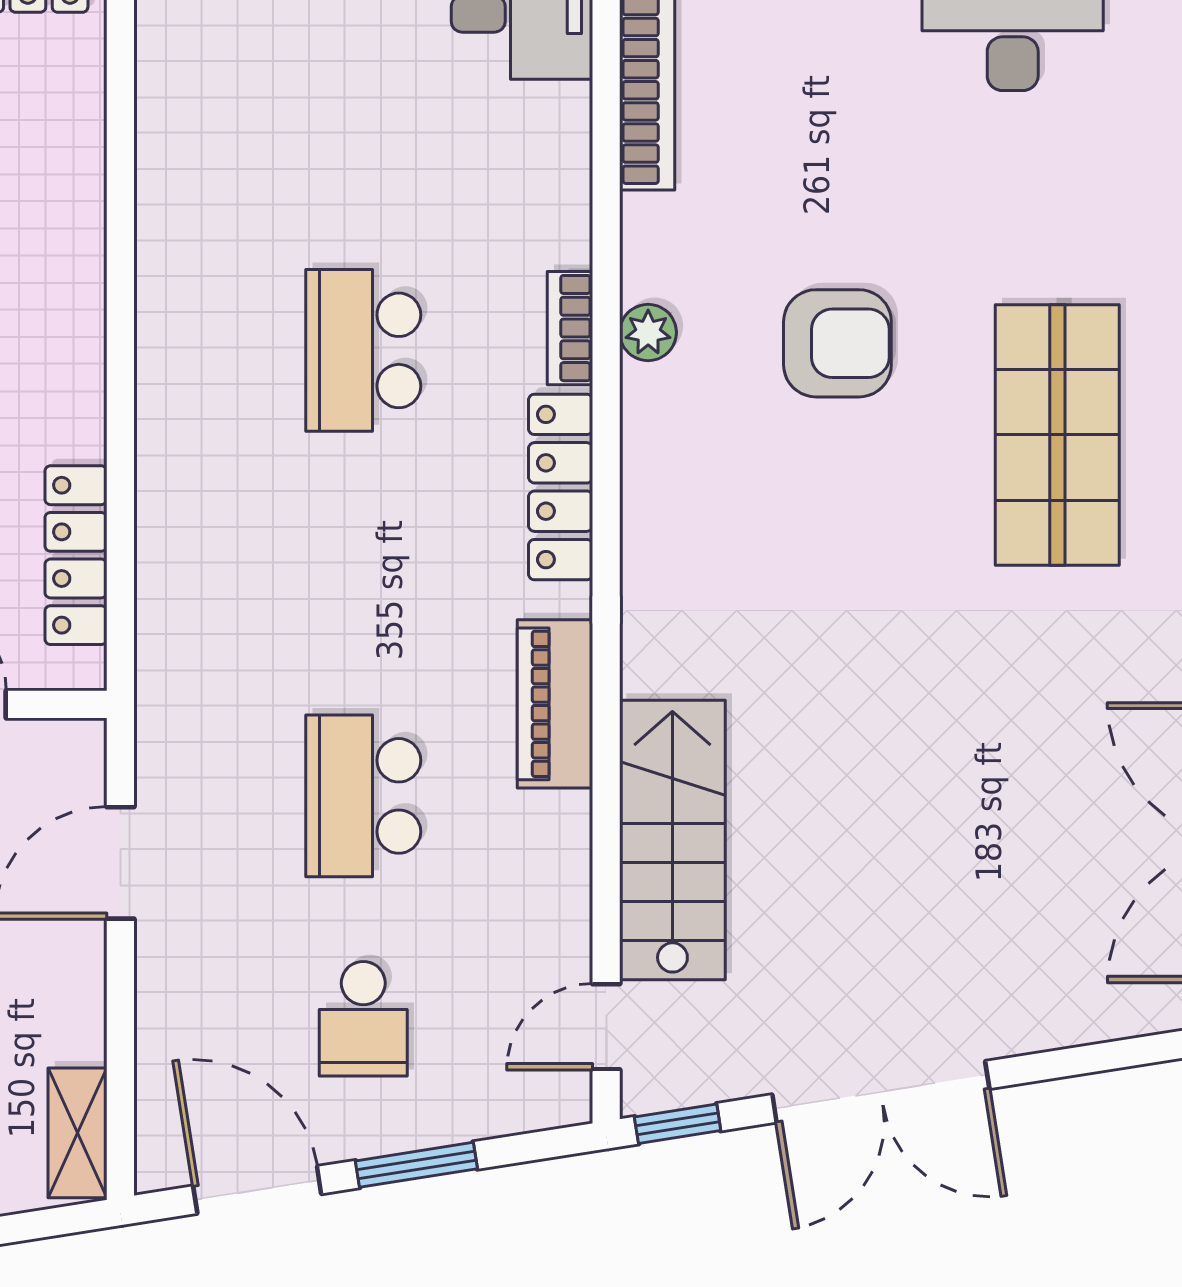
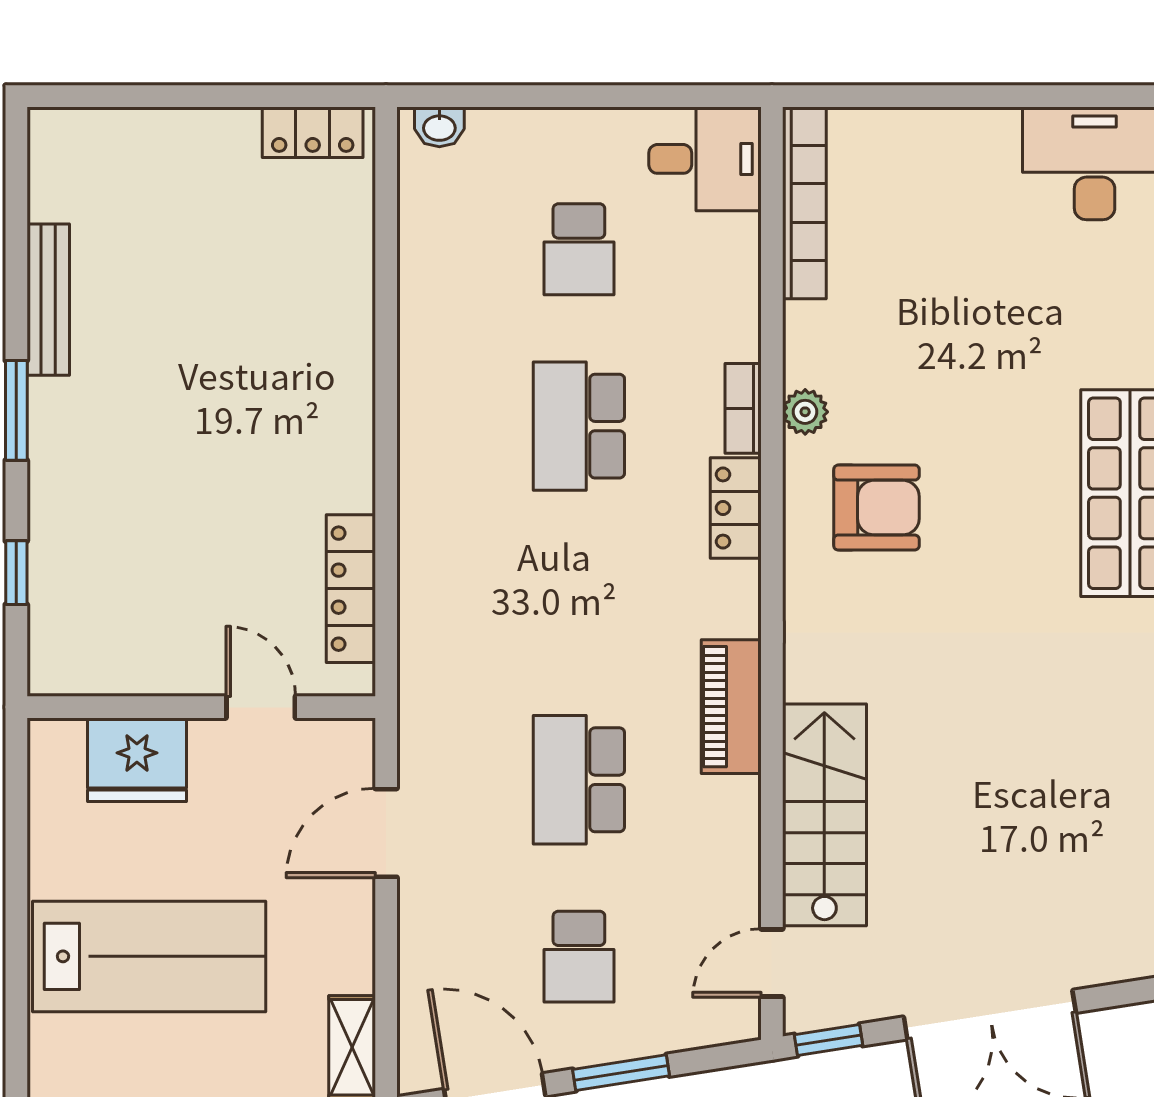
school desk: (363, 128) -> (579, 249), added
armchair: (837, 343) -> (876, 508), moved
locker: (561, 487) -> (736, 508), width x0.66

